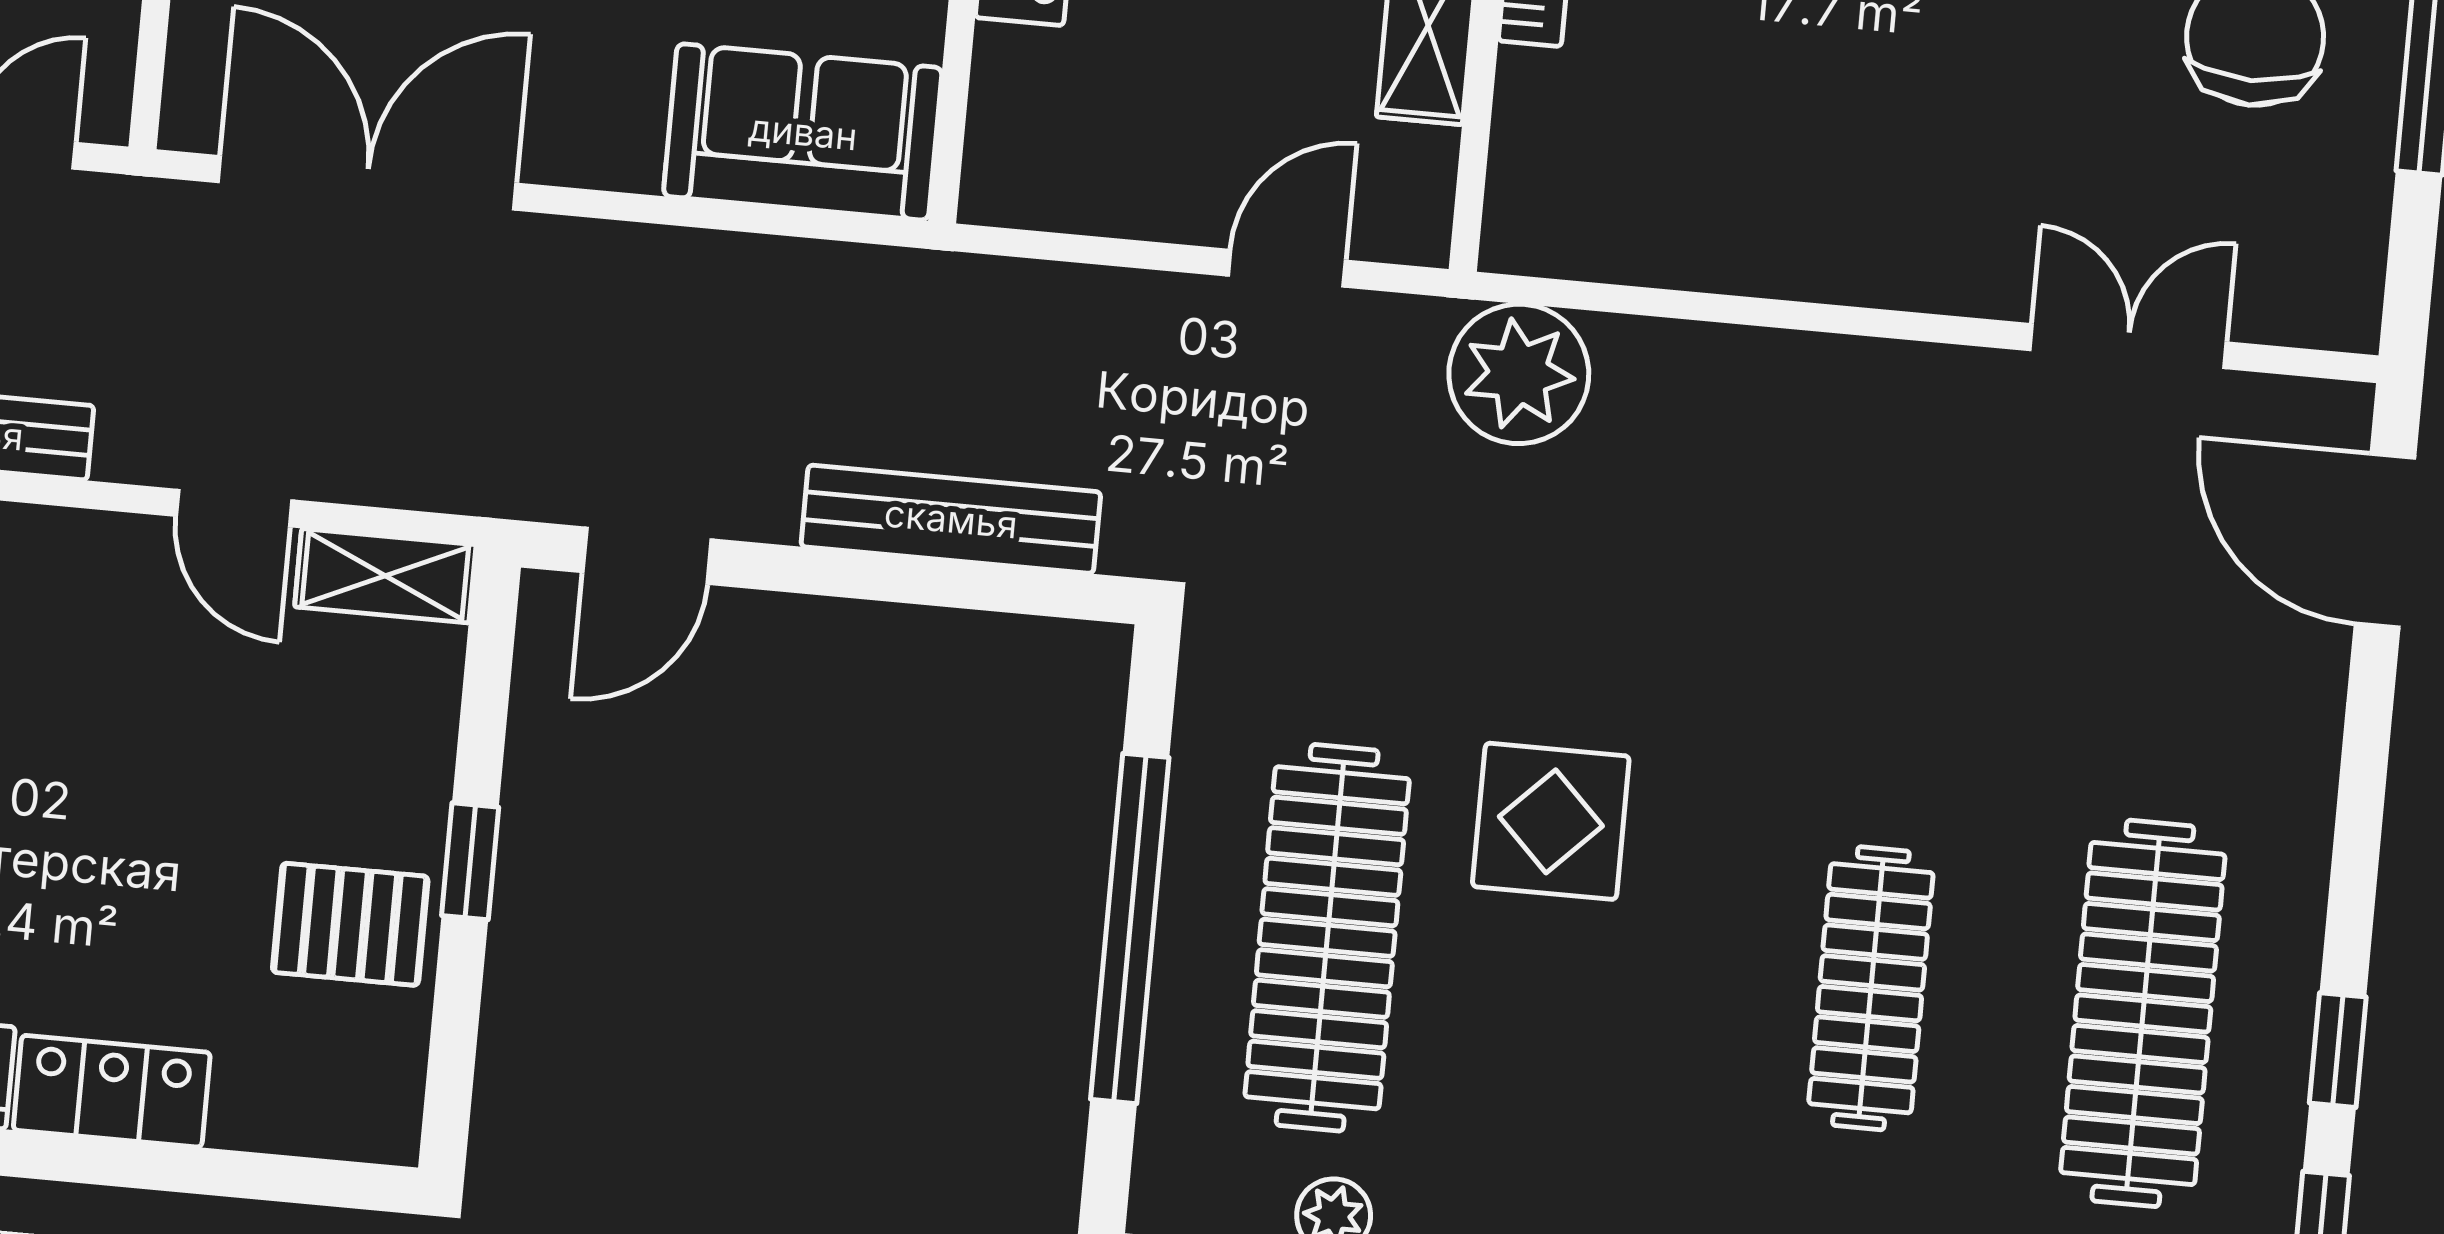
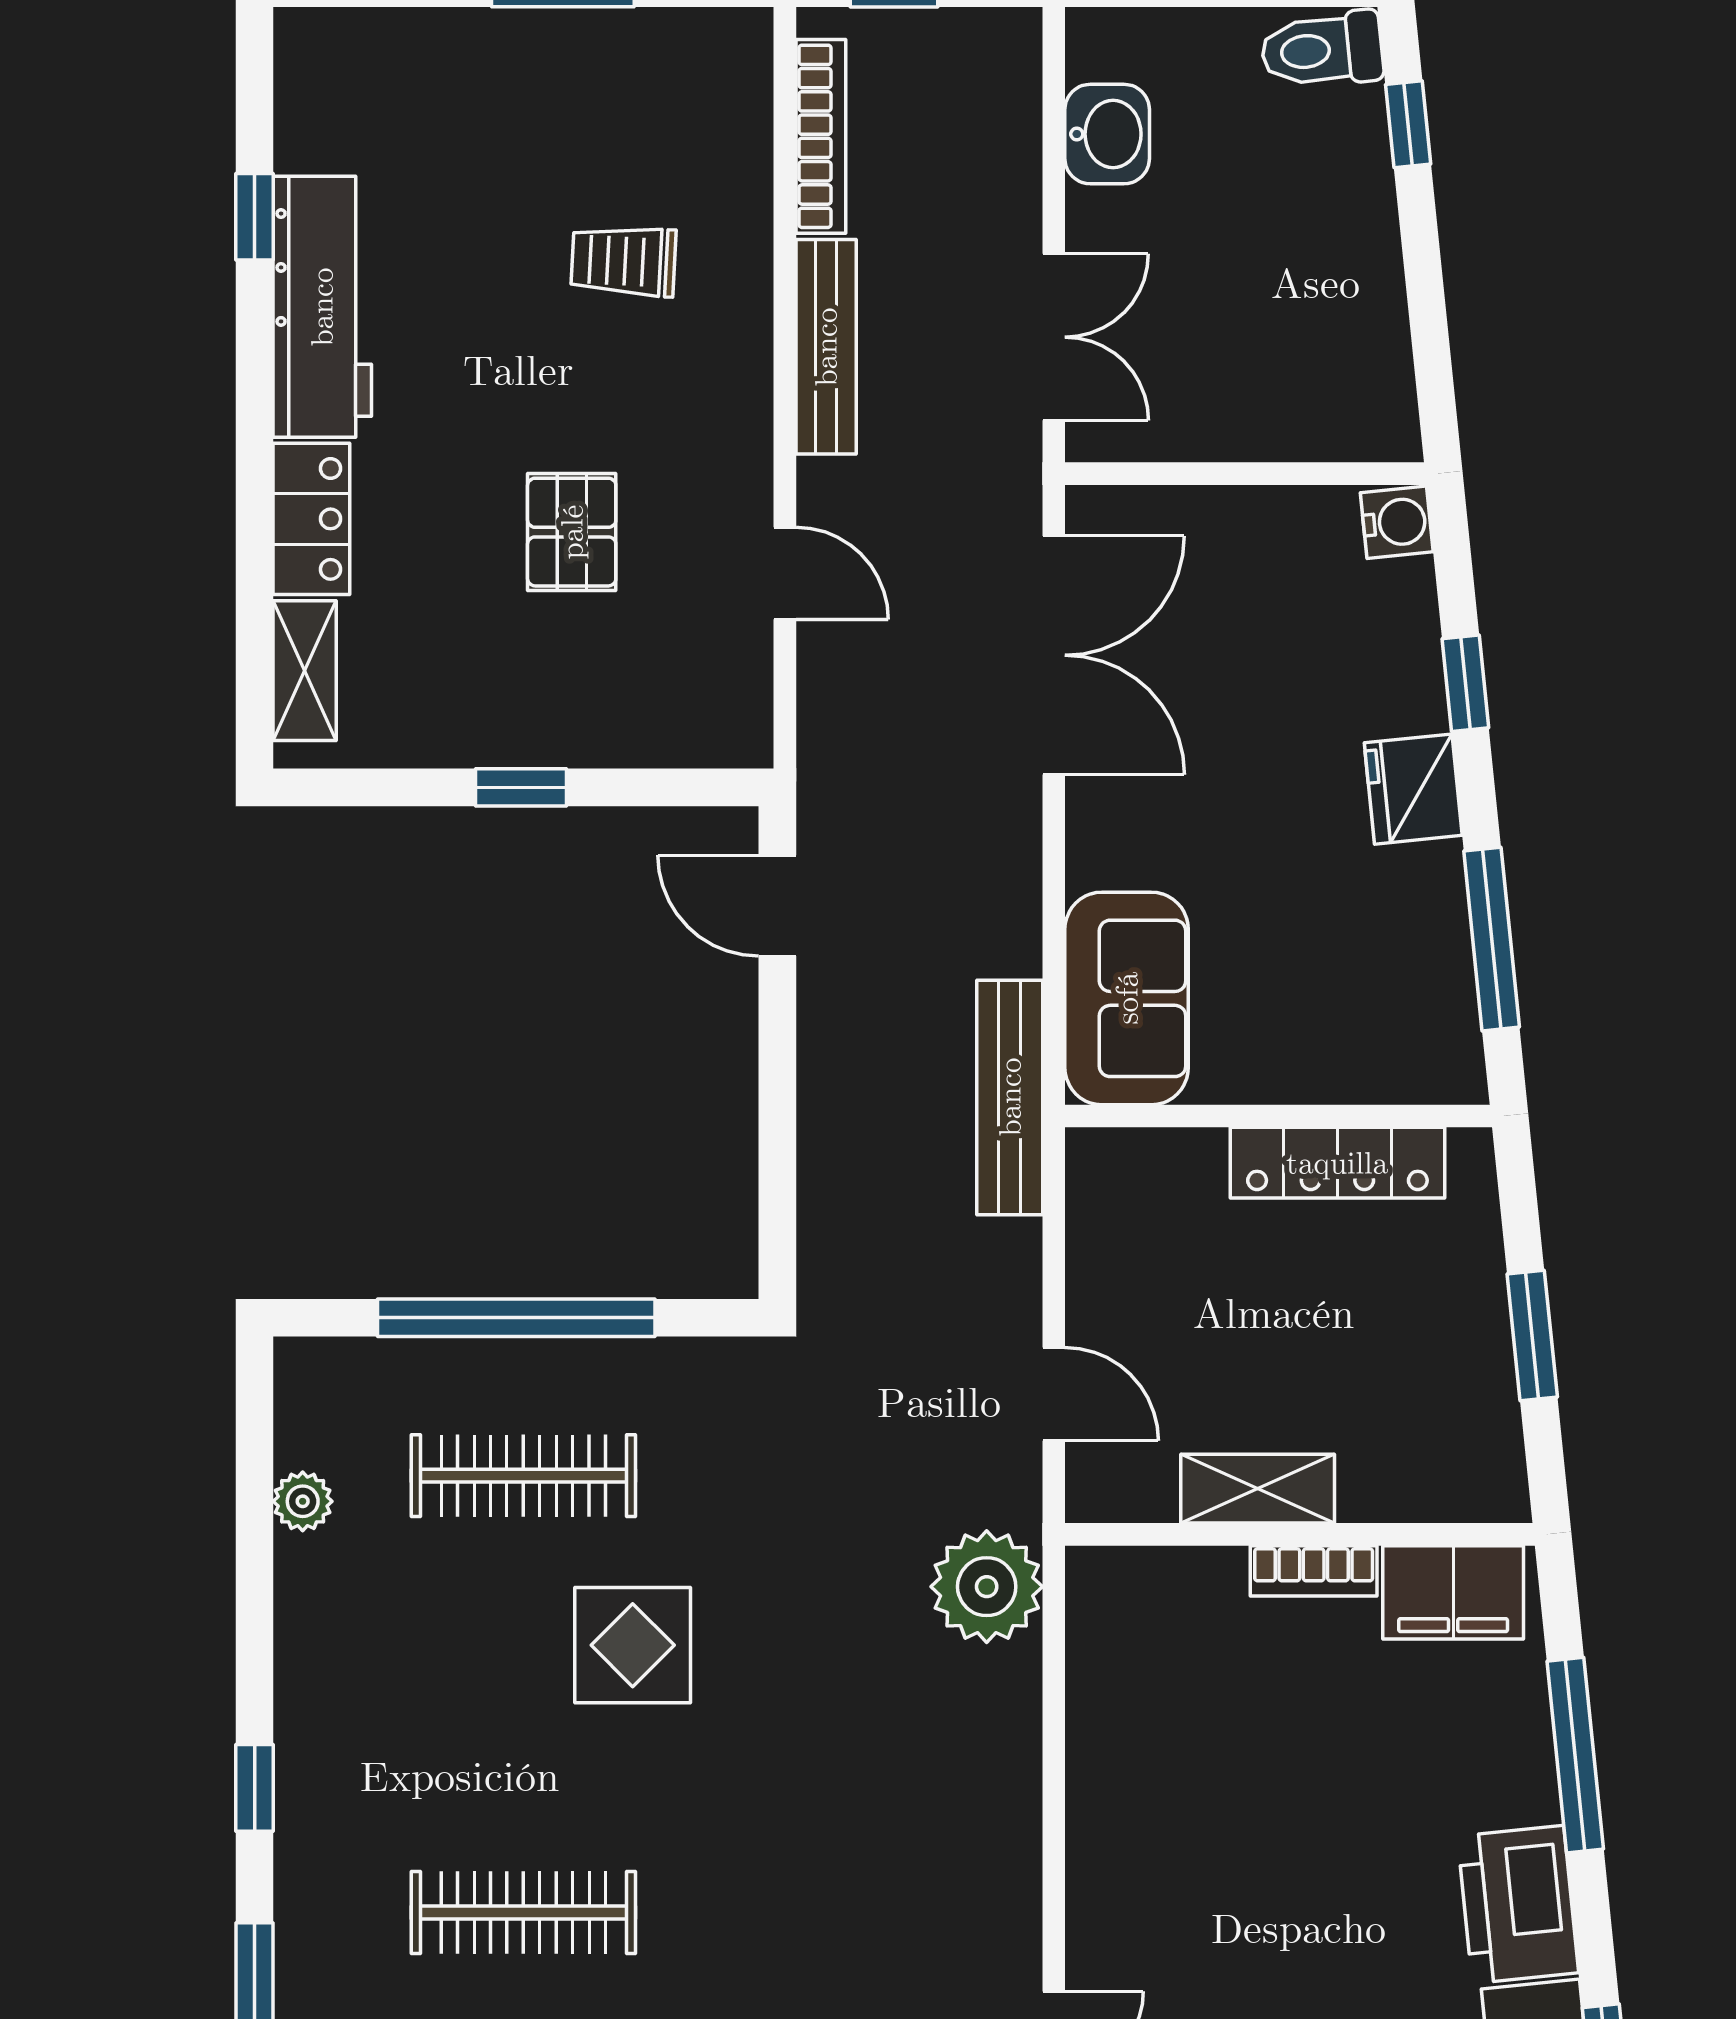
door: (234, 508) -> (785, 573), swing flipped
bench: (951, 519) -> (1010, 1097), moved
shelving: (385, 576) -> (305, 671), moved
pallet: (350, 924) -> (572, 532), moved
clothes rail: (1327, 938) -> (523, 1476), width x0.73, depth x0.76

